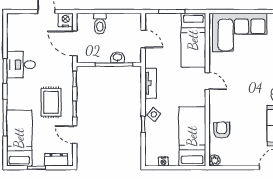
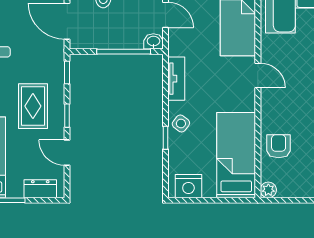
washbasin: (117, 57) -> (153, 41), moved
nightstand: (163, 161) -> (188, 186), width x1.89, depth x1.79

